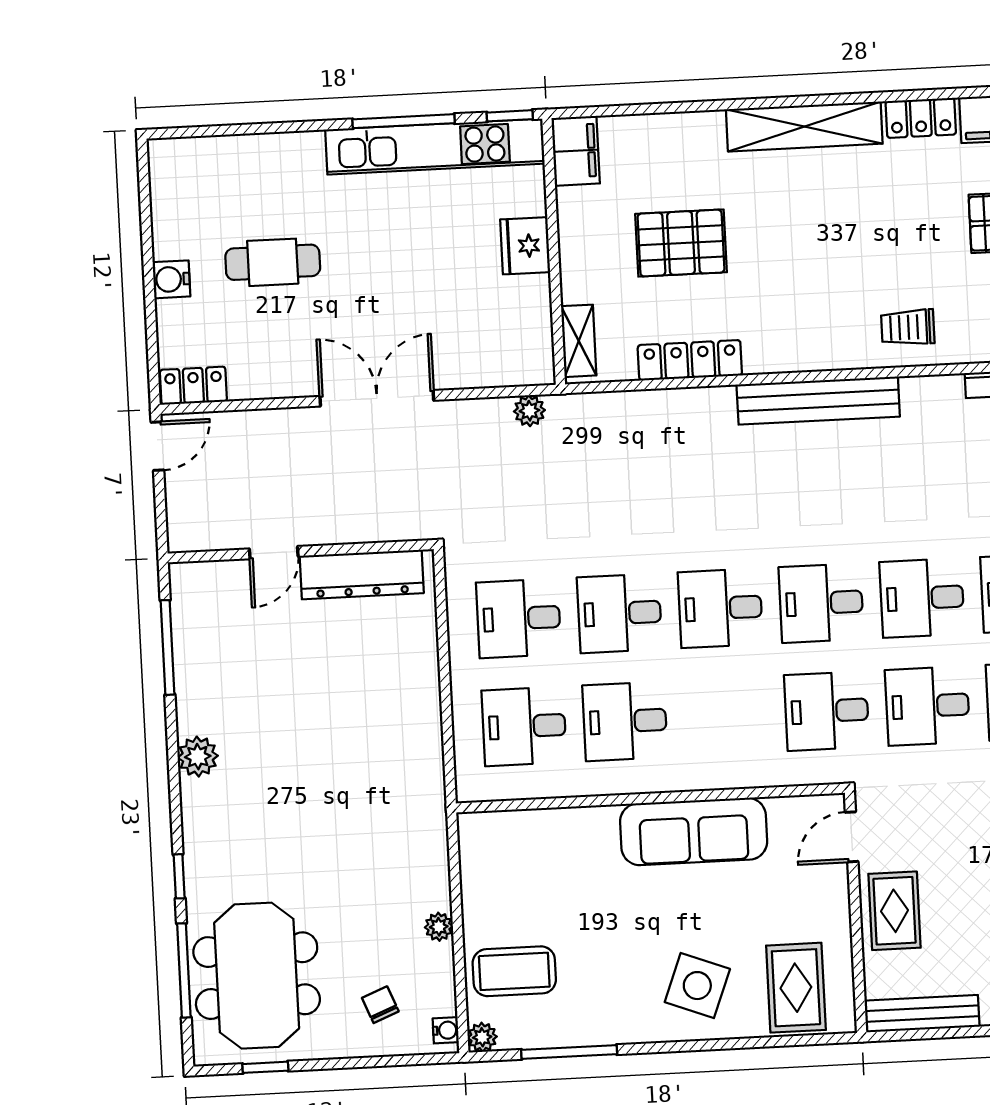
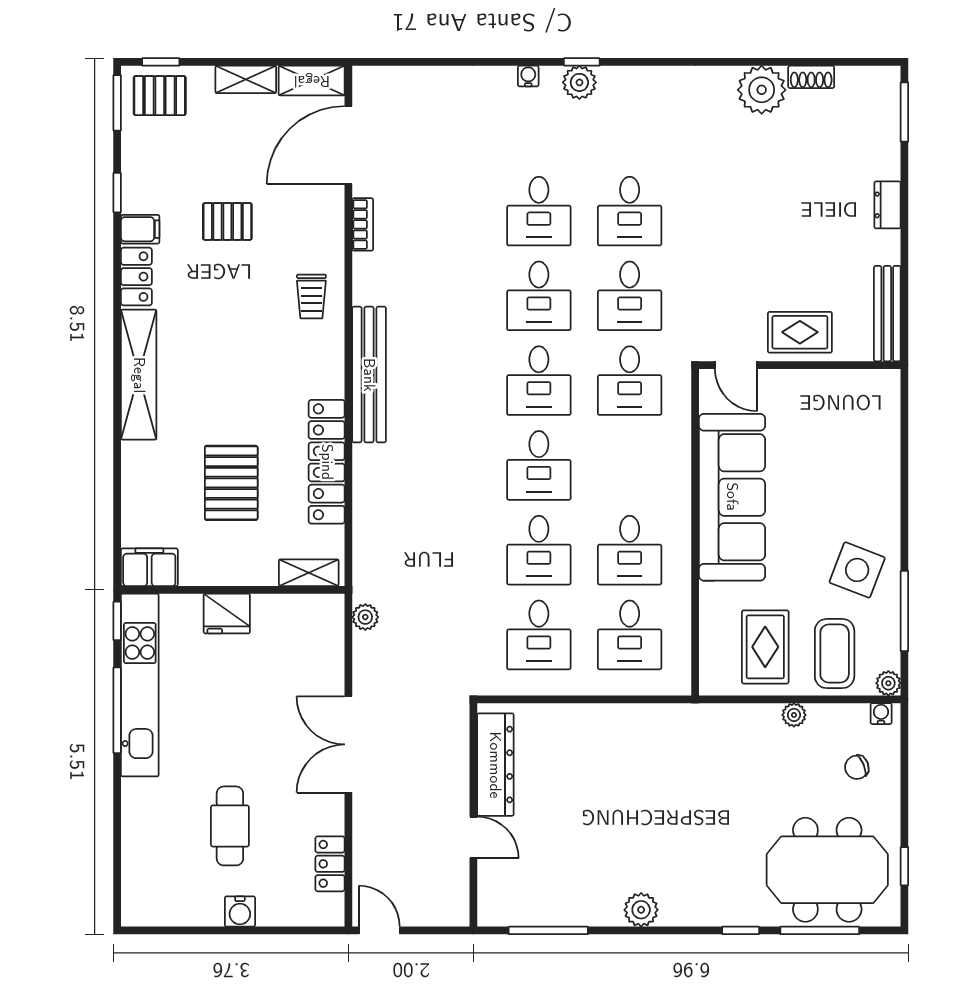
locker: (690, 360) -> (327, 462), width x1.41, depth x1.21
locker: (193, 386) -> (330, 864), moved
sofa: (694, 831) -> (732, 497), width x1.36, depth x1.27
side table: (697, 986) -> (857, 570), moved
rug: (796, 988) -> (765, 647), moved, turned 90

